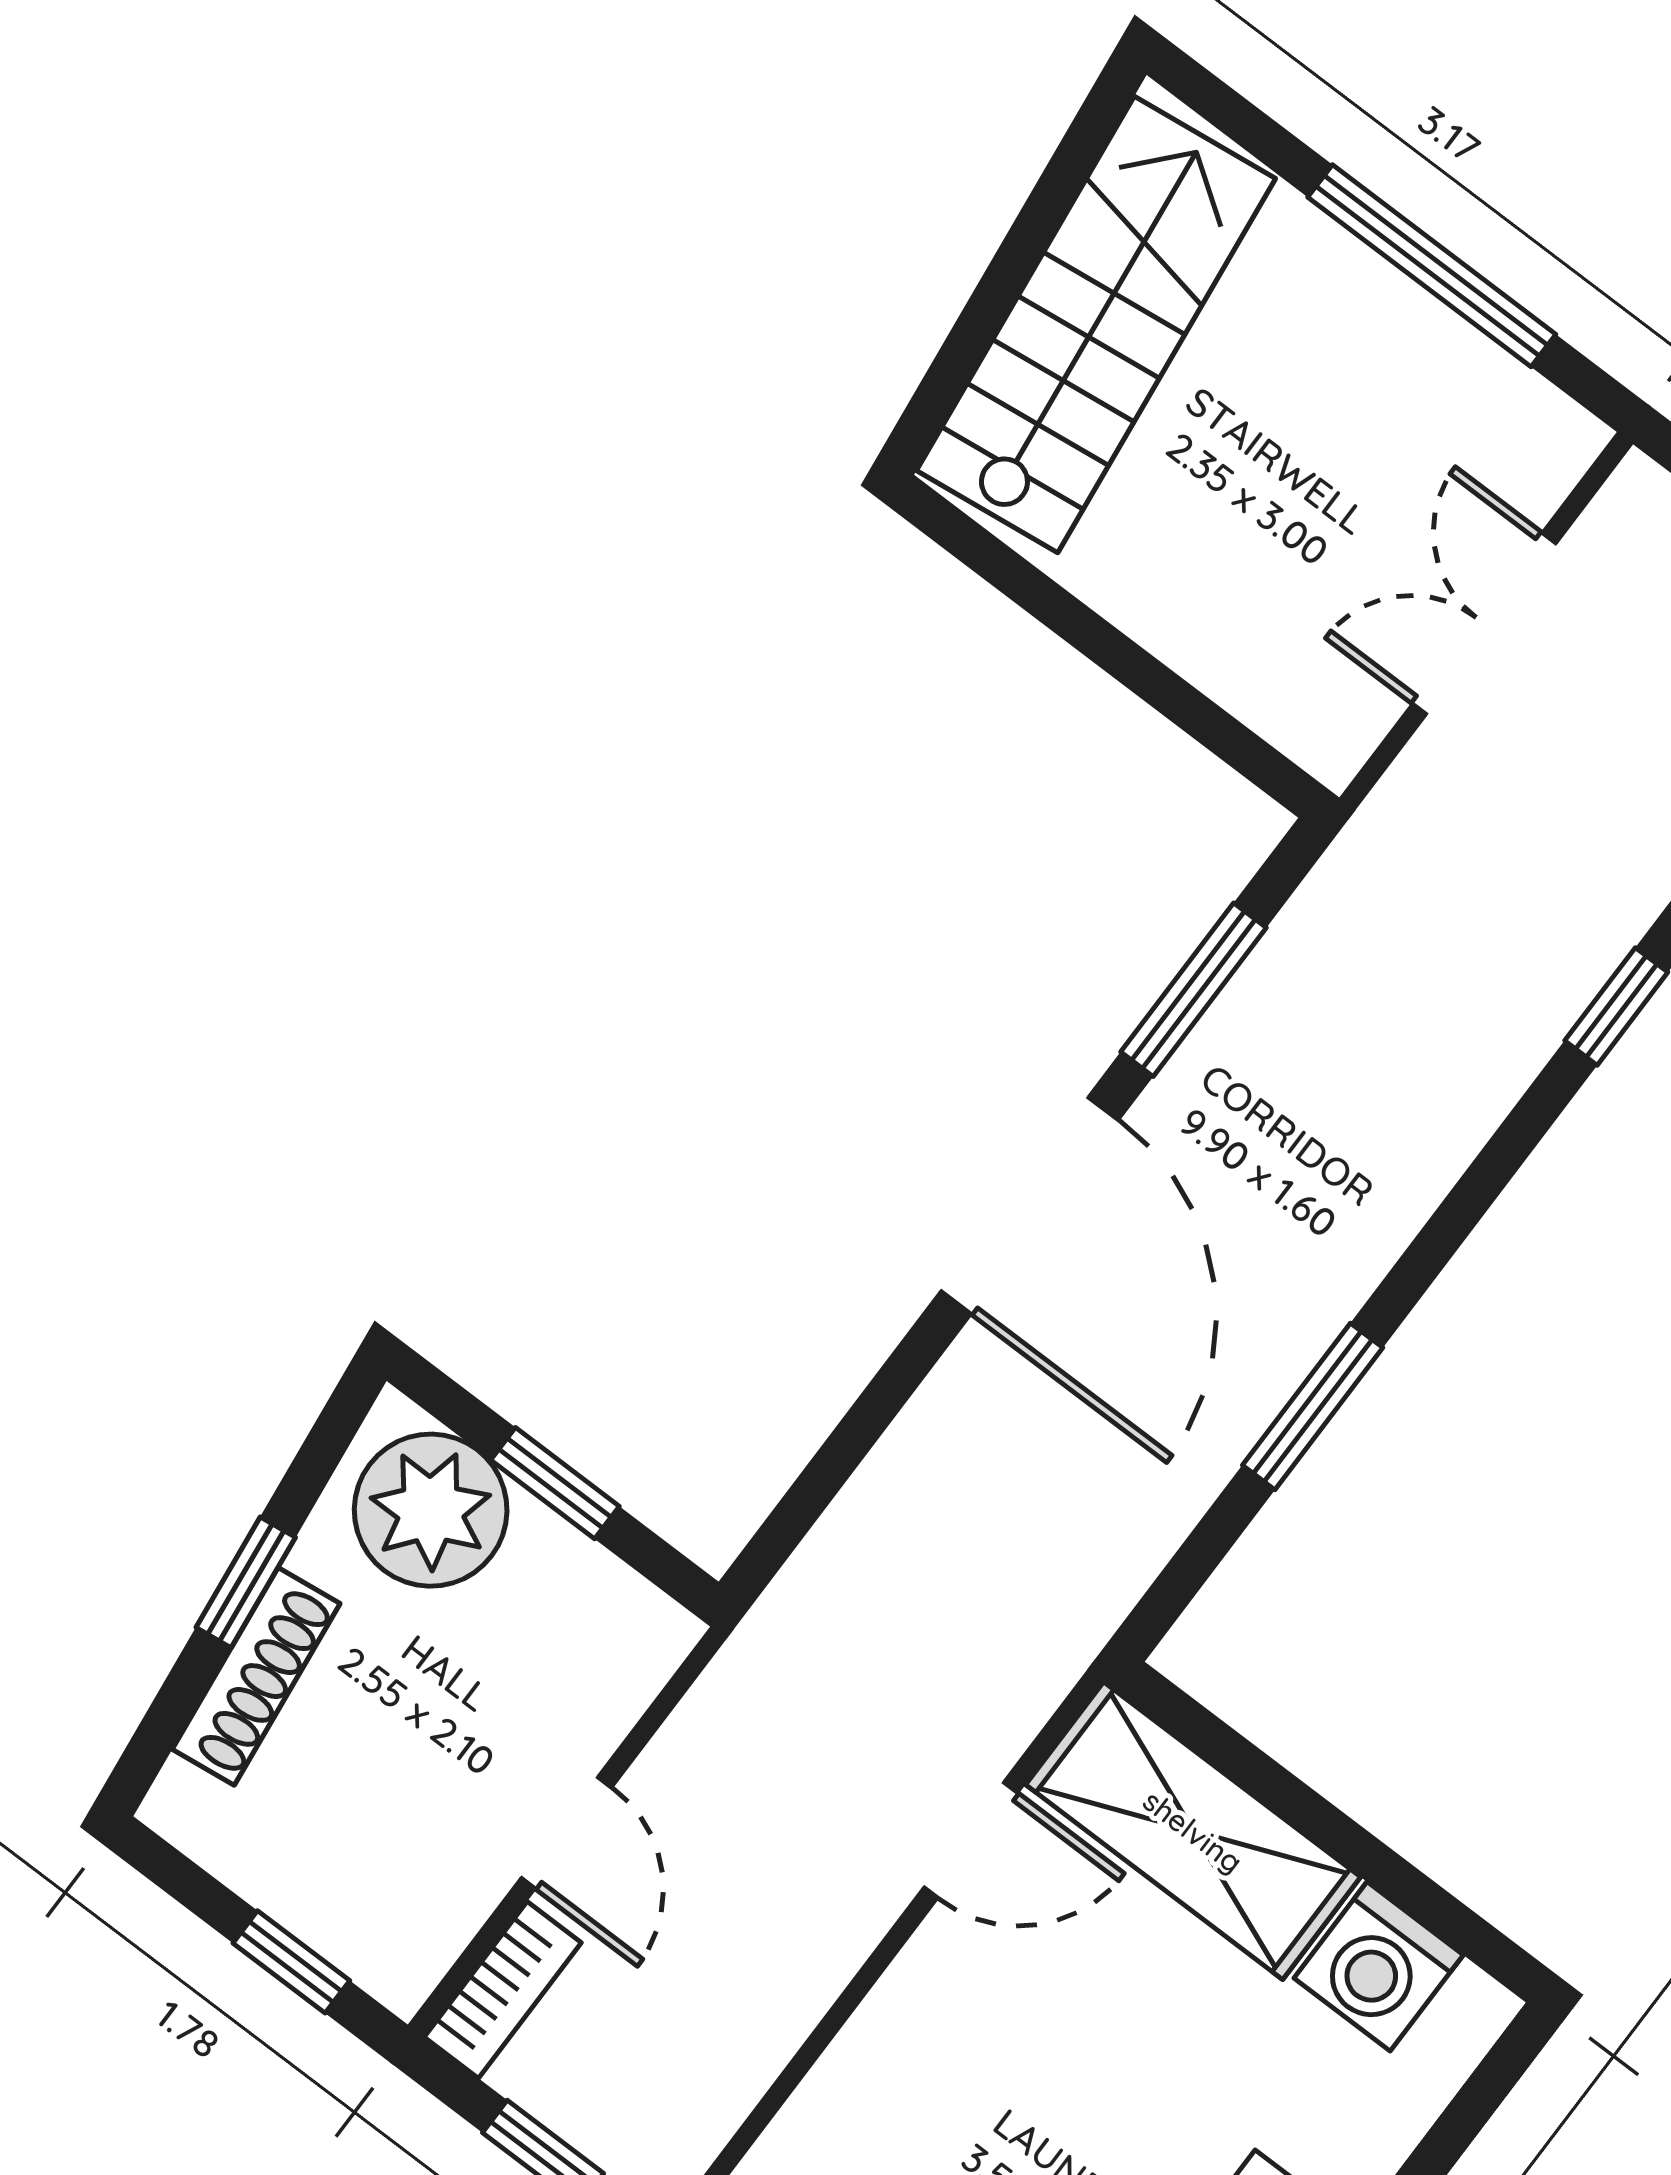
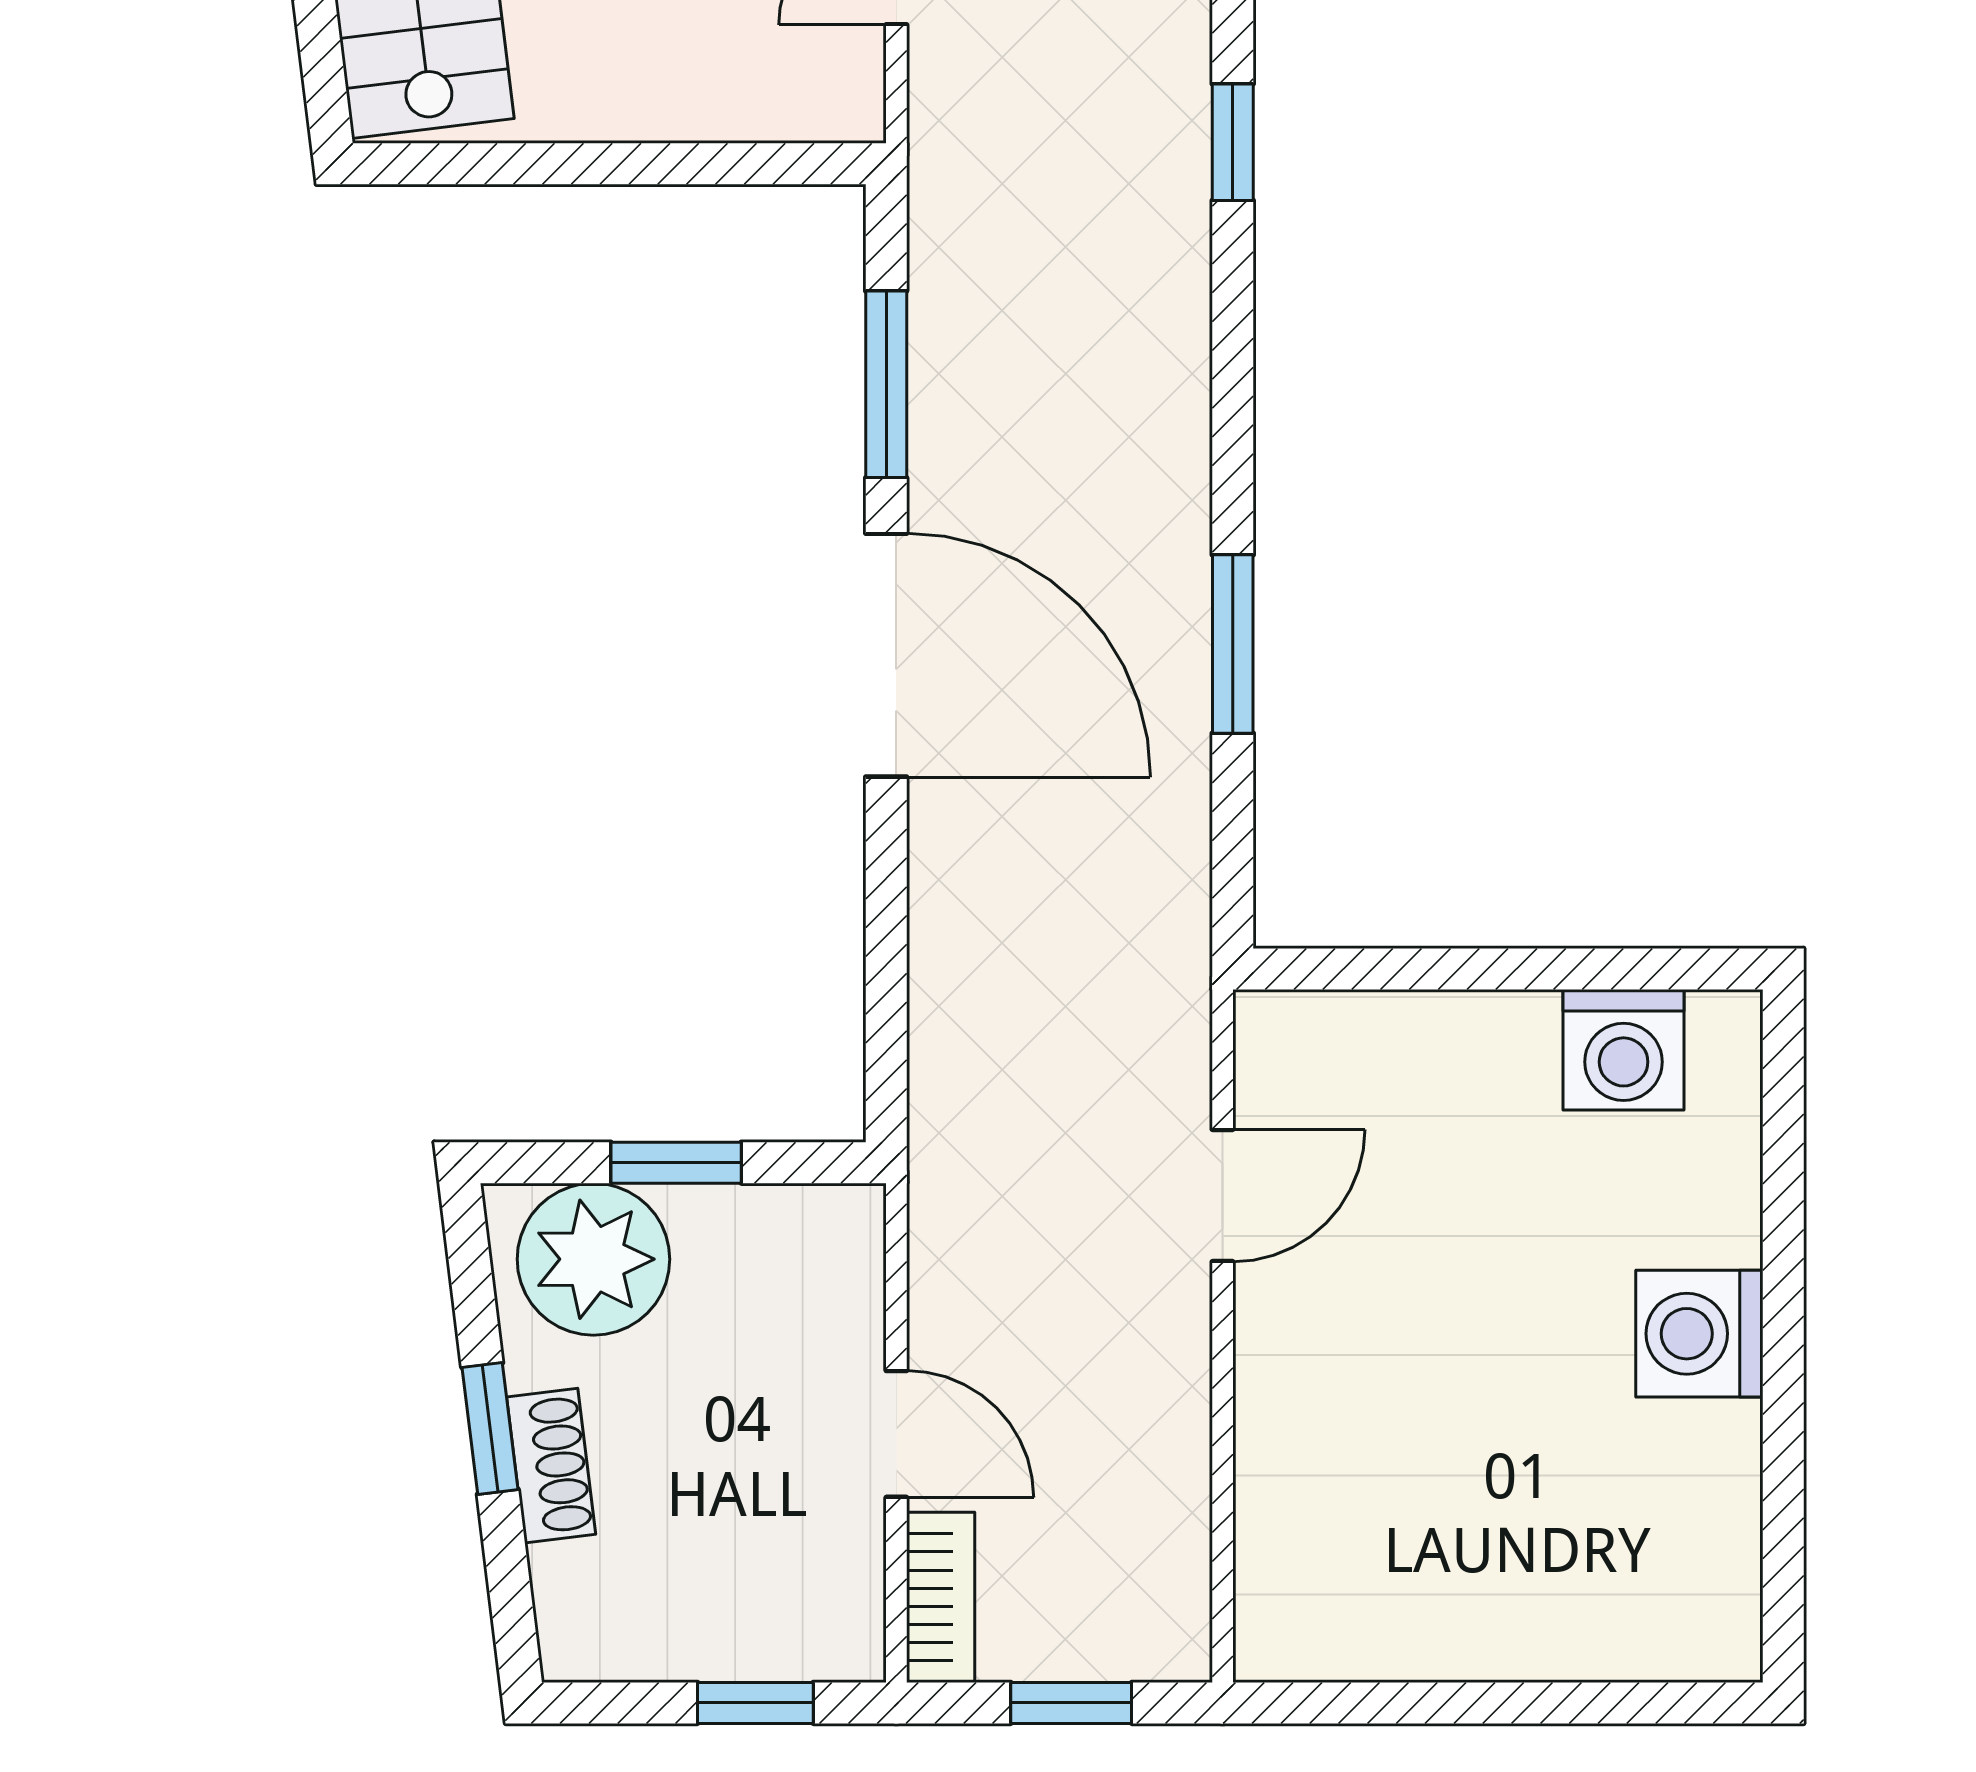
shoe rack: (256, 1676) -> (551, 1466), width x0.70
shelving: (1193, 1831) -> (1394, 1054), removed

